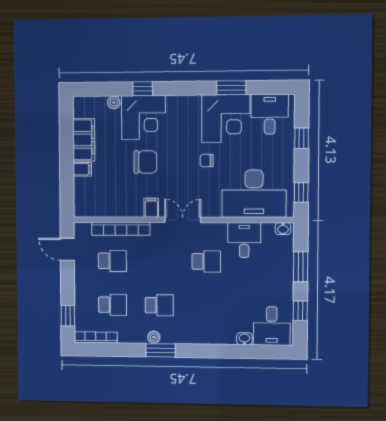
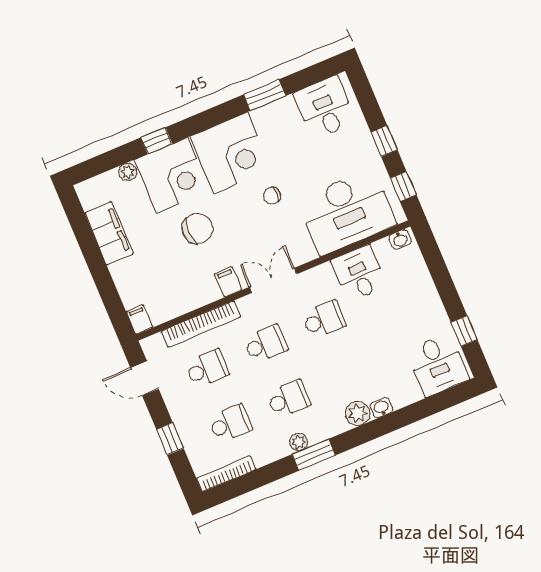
corner desk: (226, 119) -> (231, 153), moved
window: (302, 138) -> (384, 141), moved
filing cabinet: (82, 169) -> (140, 320), moved, turned -90
school desk: (159, 261) -> (265, 344), added
window: (301, 267) -> (441, 277), removed
window: (68, 316) -> (170, 439), moved
plant: (202, 335) -> (358, 414), added
washbasin: (244, 339) -> (381, 408), moved

